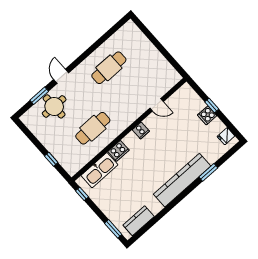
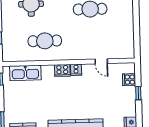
cooker: (207, 115) -> (129, 80), moved
cooker: (118, 151) -> (62, 70), moved

